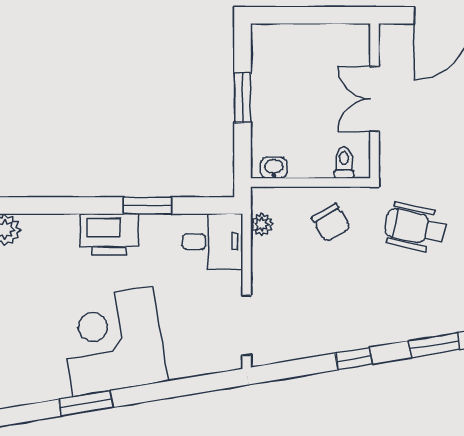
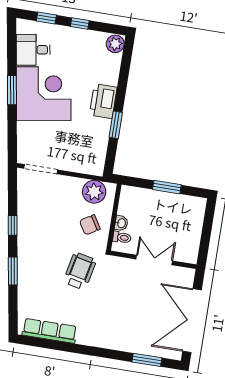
washbasin: (274, 168) -> (121, 223), moved
plant: (262, 224) -> (94, 192), width x1.88, depth x1.88
desk: (213, 242) -> (33, 50), moved, turned 81
window: (86, 403) -> (12, 90), moved

